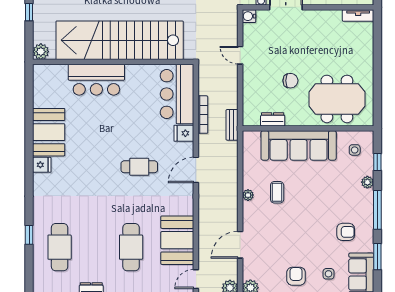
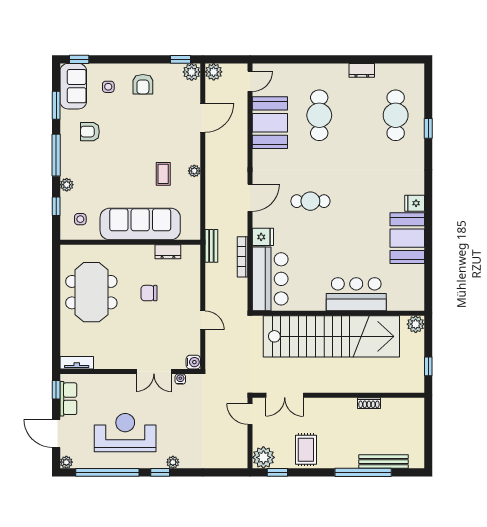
meeting table: (337, 99) -> (91, 292), moved, turned 90

